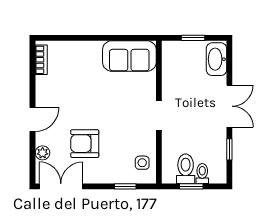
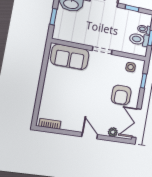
sofa: (129, 56) -> (70, 57), moved, turned 90
armchair: (85, 144) -> (121, 95), moved

